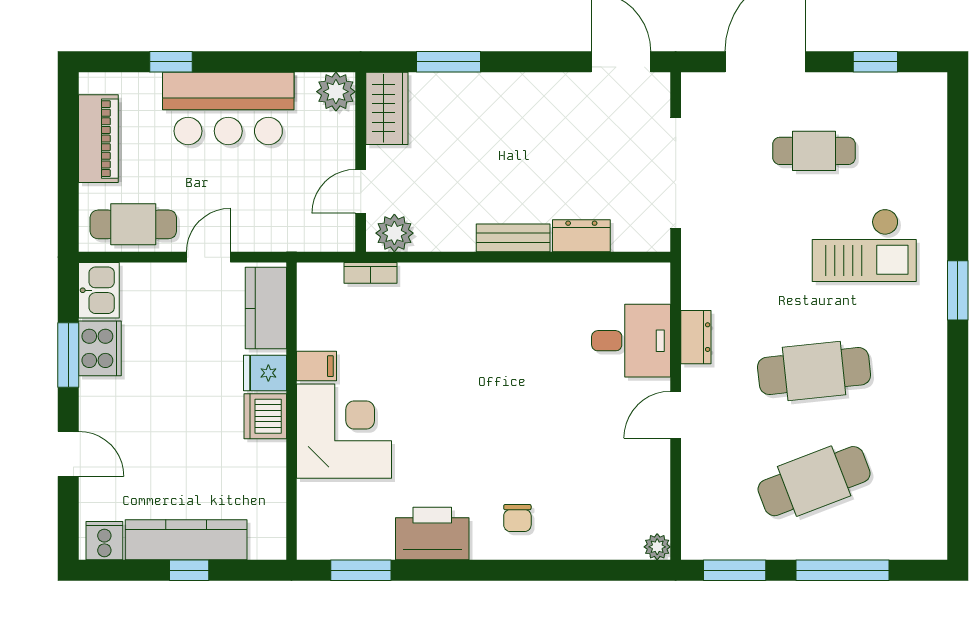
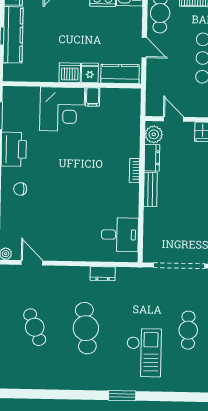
dresser: (581, 236) -> (152, 158), moved
checkout: (864, 245) -> (144, 353), turned 180
bookcase: (370, 273) -> (135, 171), moved
desk: (631, 341) -> (120, 235), moved, turned -90
door: (676, 415) -> (32, 263), moved
cafe table: (814, 481) -> (35, 327), width x0.73, depth x0.74

